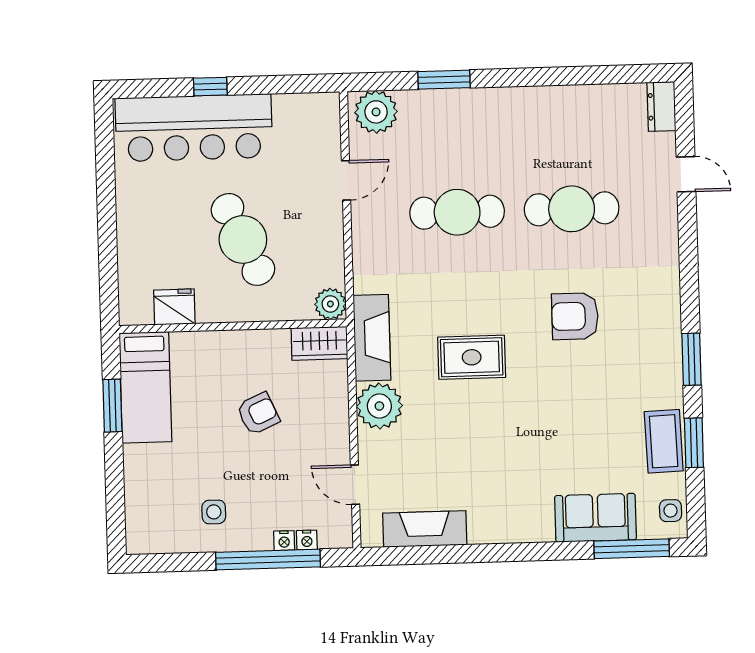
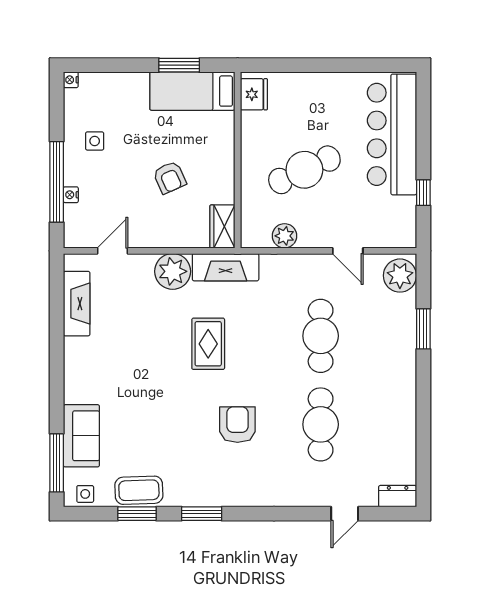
window: (210, 87) -> (423, 193), moved
plant: (330, 304) -> (285, 236), moved
fridge: (174, 307) -> (254, 94), moved
nightstand: (307, 540) -> (71, 80), moved

